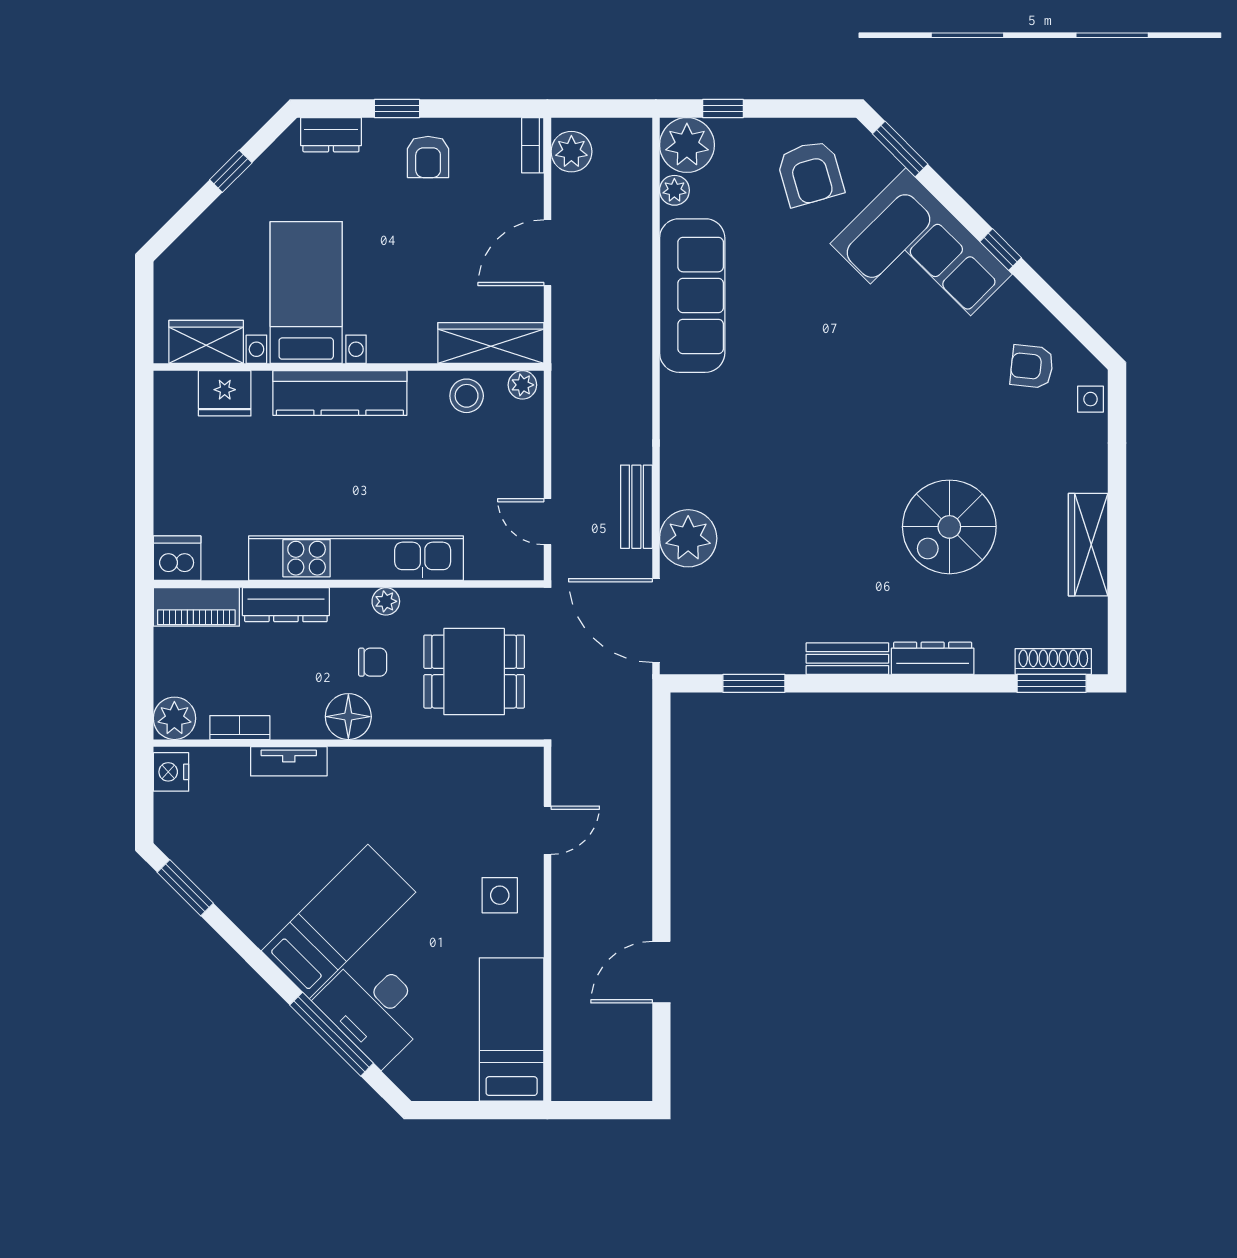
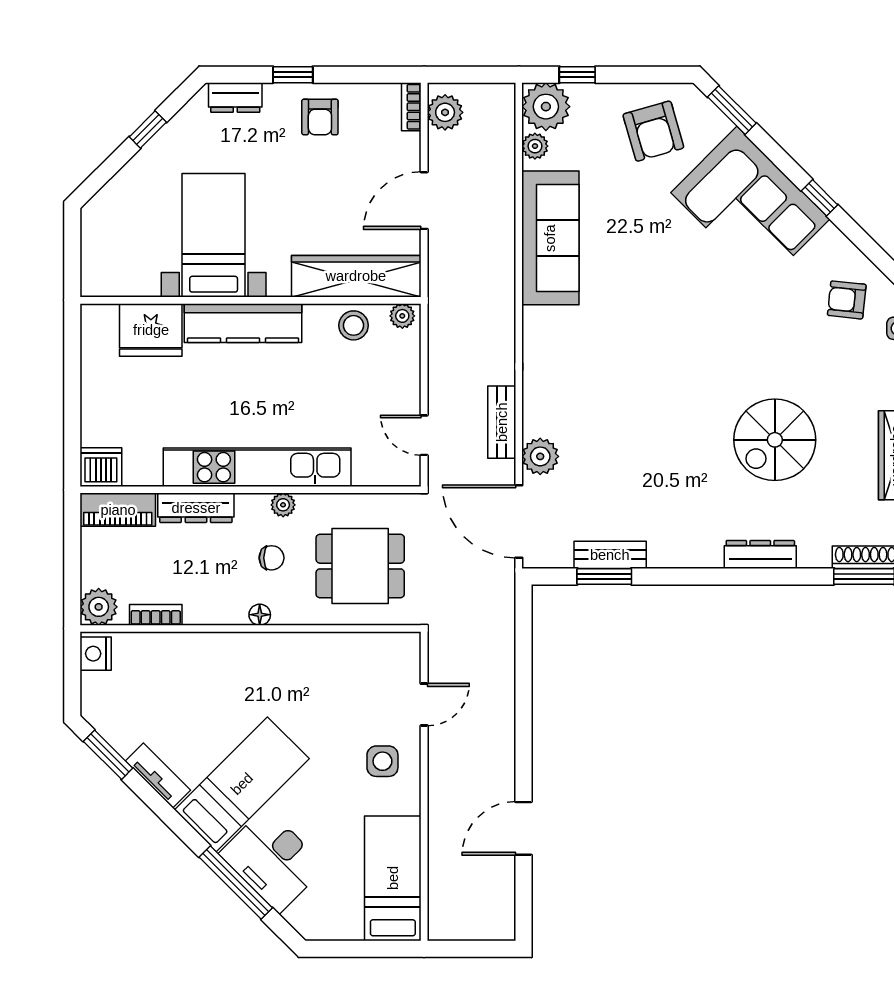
wardrobe: (206, 342) -> (126, 278), removed
wardrobe: (491, 343) -> (356, 276), width x1.40, depth x1.17
fridge: (225, 393) -> (151, 330), width x1.36, depth x1.34
plant: (688, 538) -> (540, 456), width x0.73, depth x0.73
bench: (847, 659) -> (610, 555), moved
floor lamp: (348, 717) -> (260, 615), width x0.53, depth x0.53
tv unit: (289, 761) -> (158, 775), moved, turned -135

